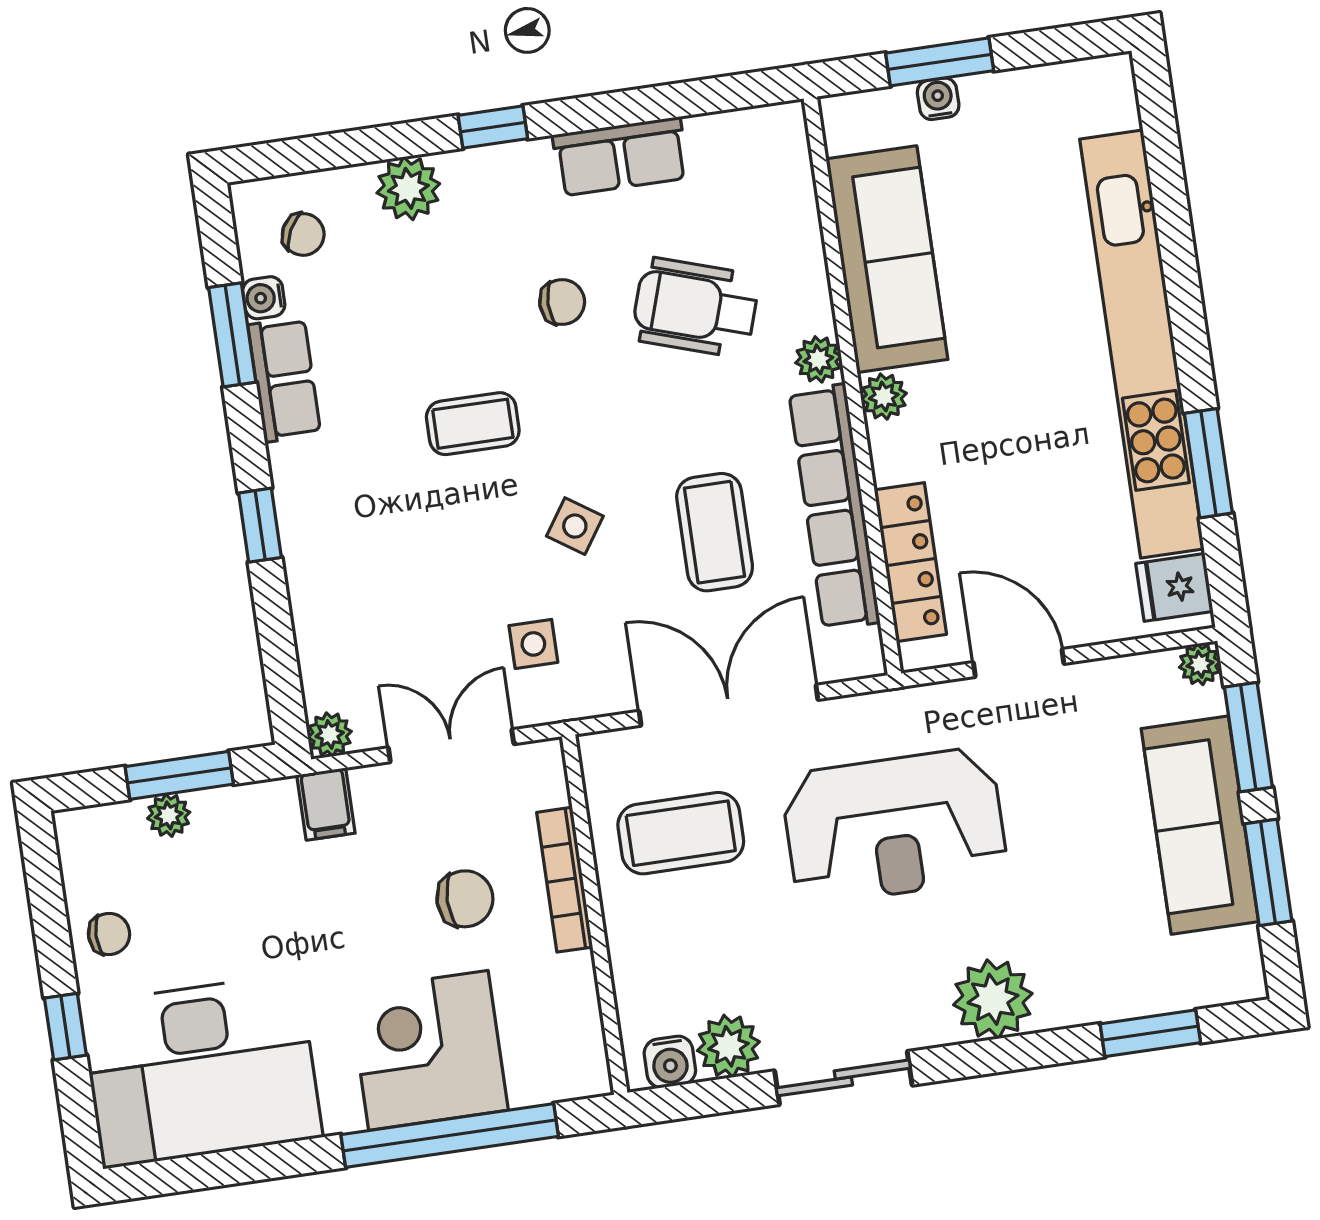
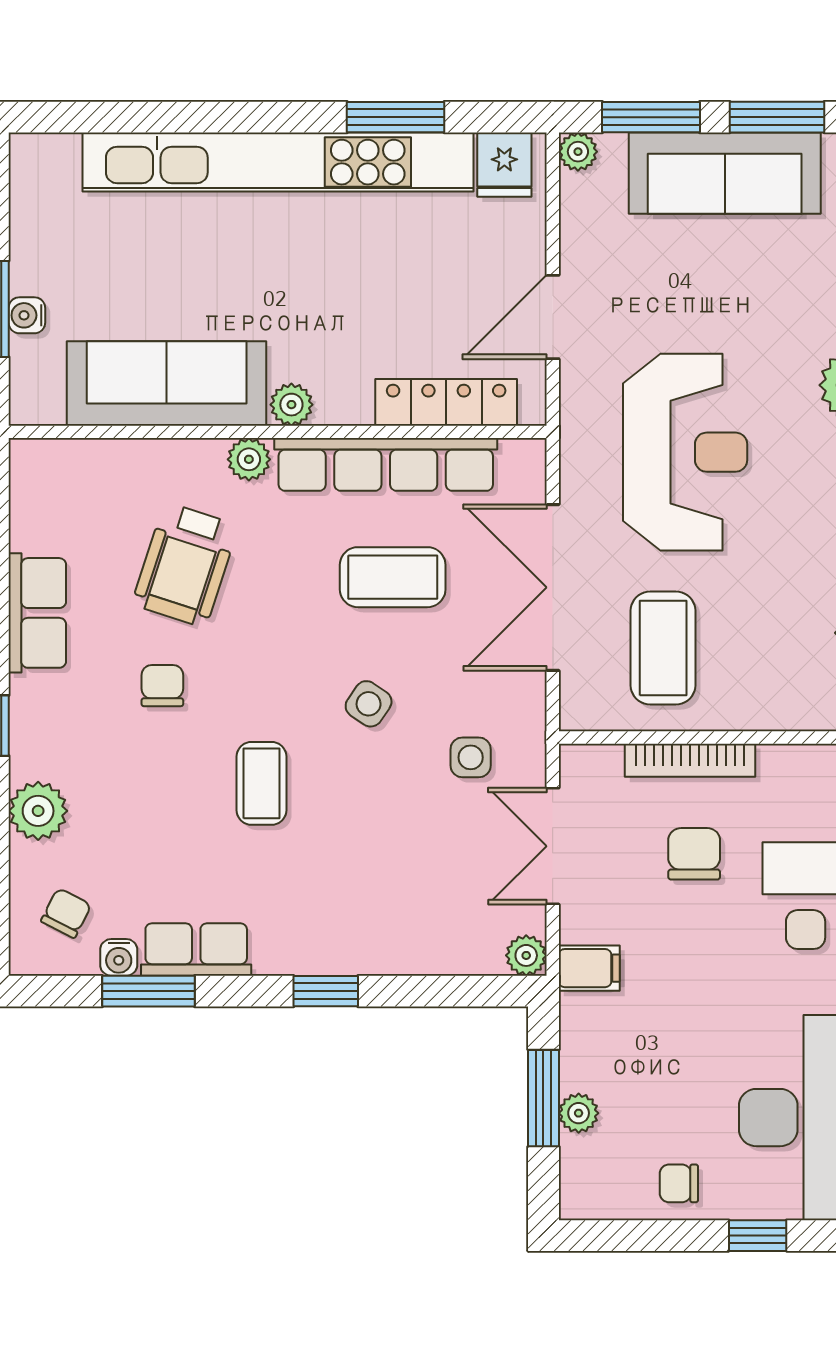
chair: (109, 934) -> (679, 1183), turned -90

